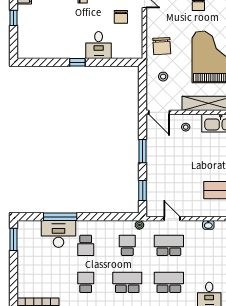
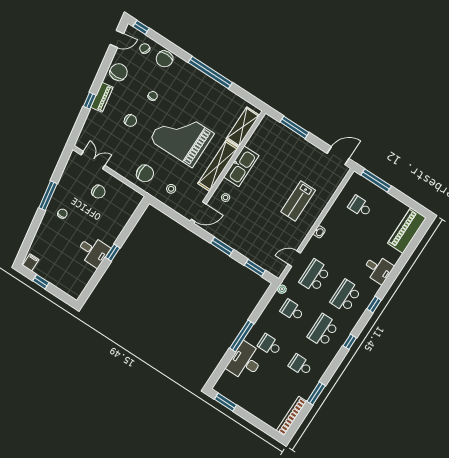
desk: (99, 45) -> (93, 251), moved
window: (60, 217) -> (242, 336), moved
school desk: (86, 245) -> (270, 345), turned 180

